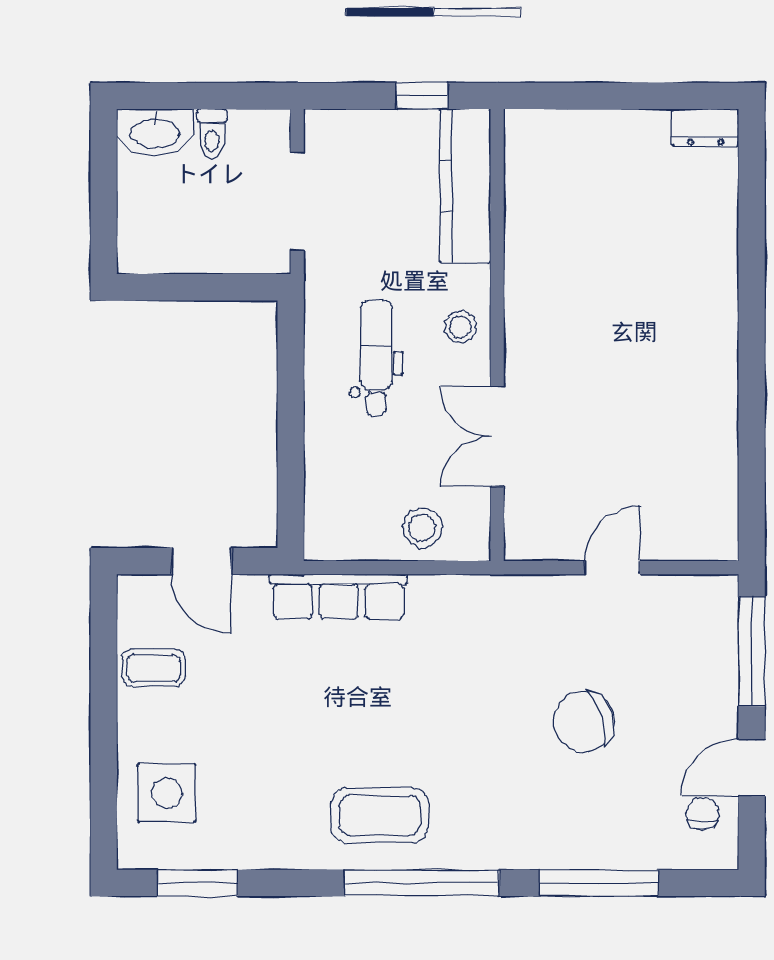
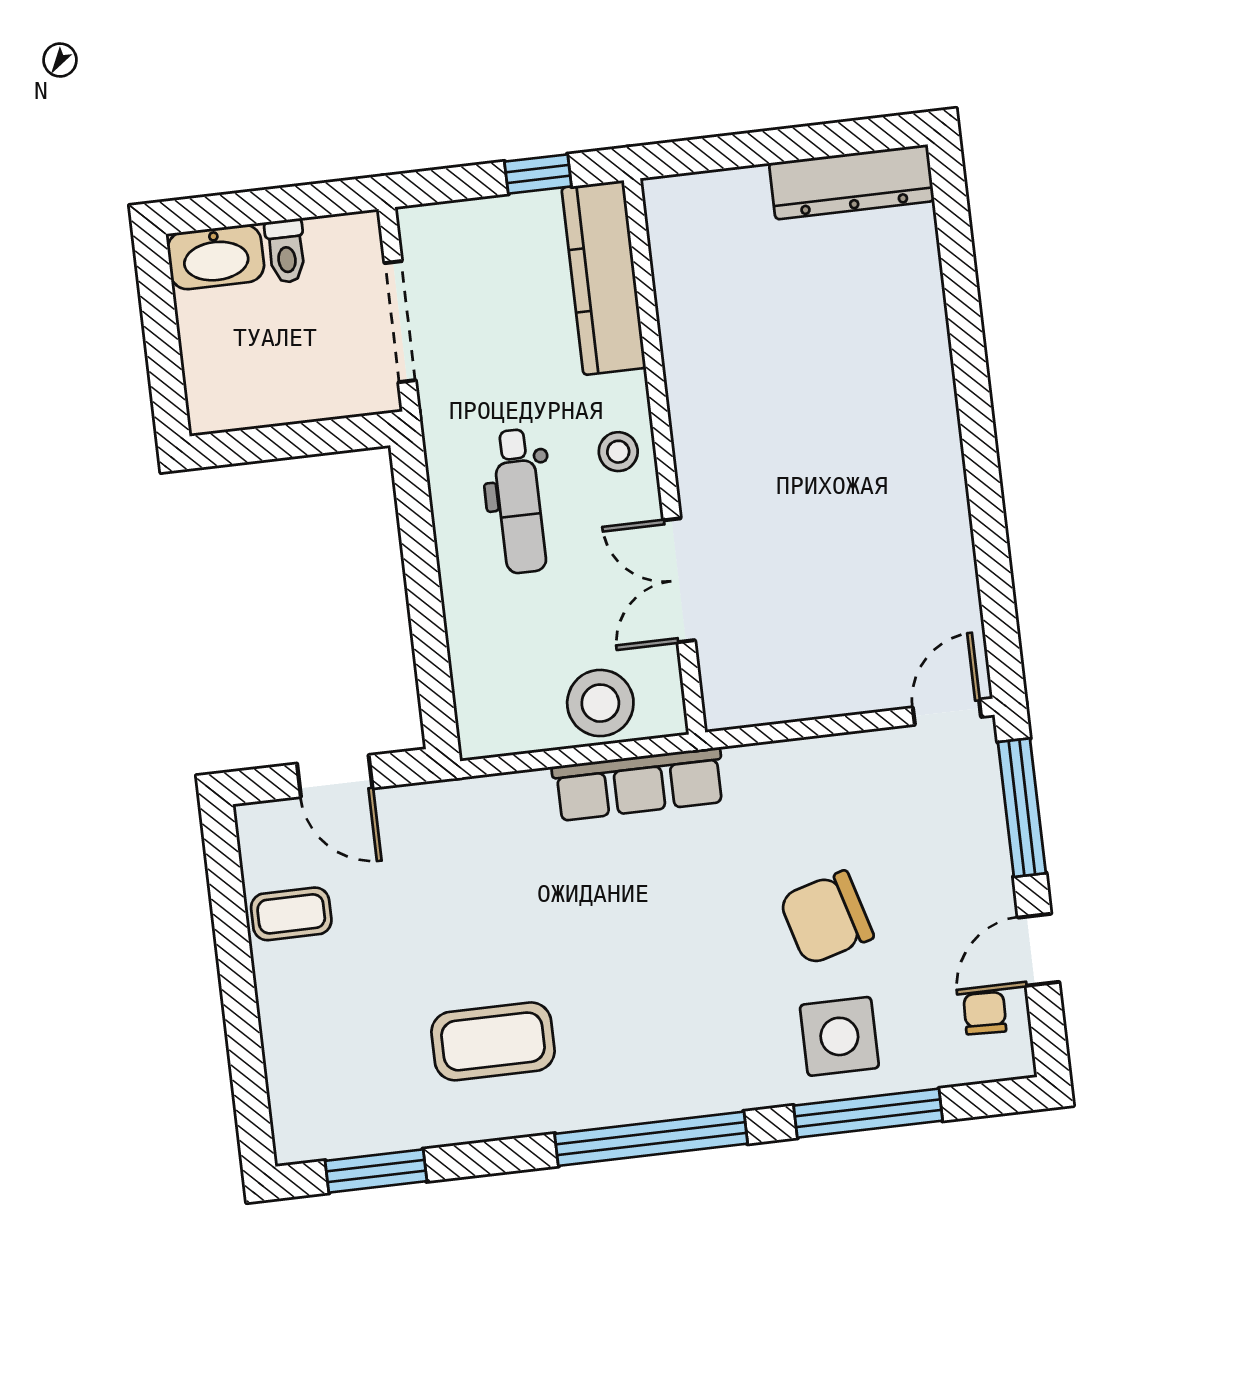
dresser: (706, 127) -> (852, 182), width x1.96, depth x1.24
dental chair: (376, 357) -> (519, 501), turned 180
stool: (422, 528) -> (600, 703), width x1.38, depth x1.38
door: (612, 568) -> (947, 712), moved
row of seats: (339, 596) -> (639, 784), moved
side table: (167, 793) -> (839, 1036), moved
coffee table: (380, 815) -> (493, 1041), moved

